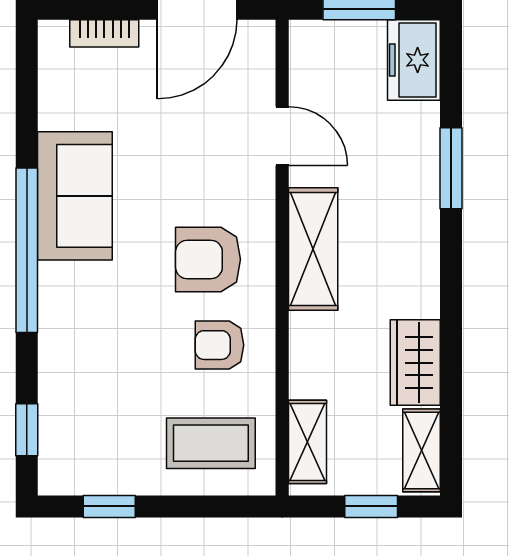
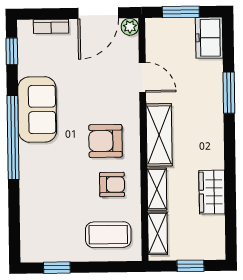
plant: (259, 36) -> (130, 27), added
armchair: (219, 345) -> (112, 185), turned 180
window: (27, 430) -> (12, 51), moved
shelving: (421, 450) -> (157, 189), moved

